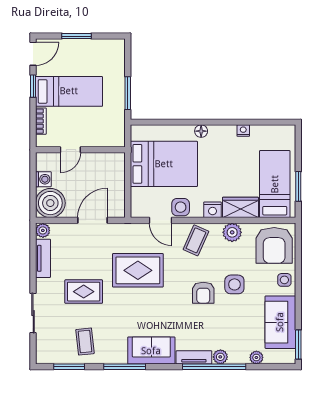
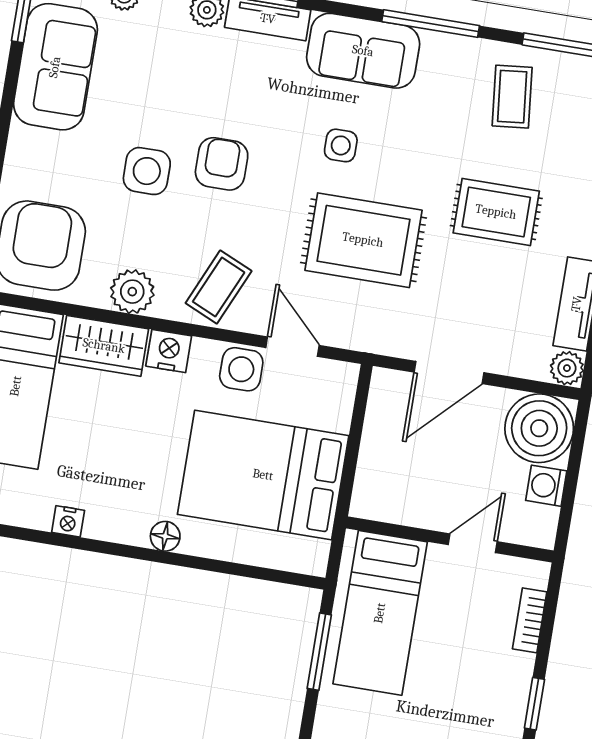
bed: (69, 91) -> (380, 613), moved, turned -90
side table: (284, 280) -> (341, 145), moved

